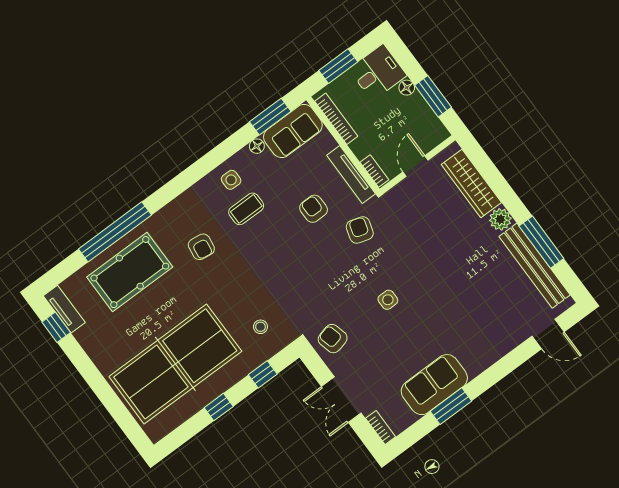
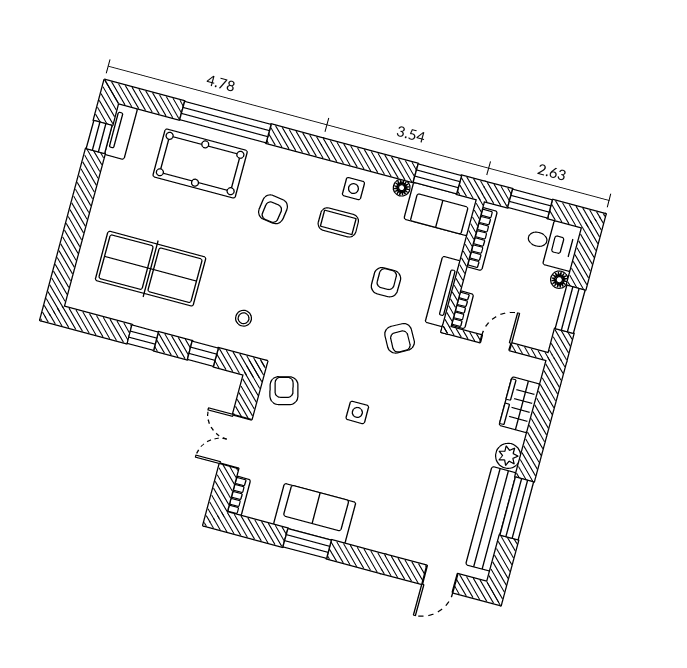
wardrobe: (471, 183) -> (520, 405), width x0.67
armchair: (360, 230) -> (400, 338), turned 134
door: (548, 334) -> (440, 579), hinge flipped
table tennis table: (175, 364) -> (151, 269), width x0.73, depth x0.76

